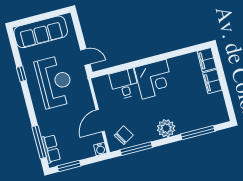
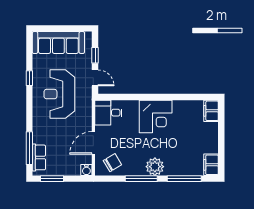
window: (80, 35) -> (95, 55), added
reception desk: (55, 82) -> (59, 94), turned 180
filing cabinet: (212, 82) -> (211, 165), moved
desk: (124, 84) -> (108, 113), moved, turned -90
window: (136, 149) -> (141, 179), moved

